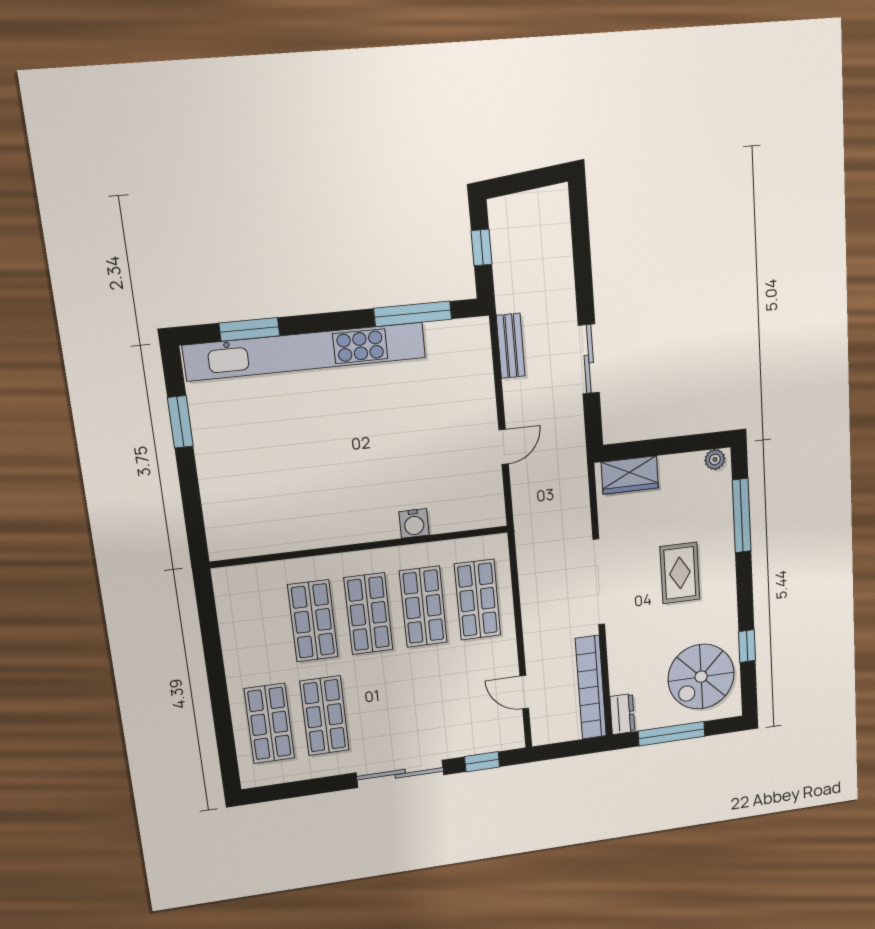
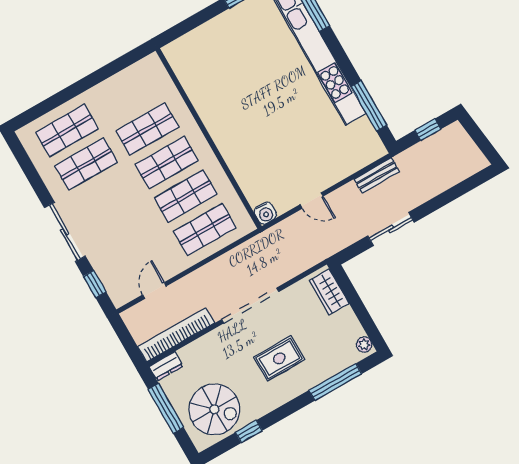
water cooler: (414, 523) -> (265, 213), moved, turned -90
spiral stairs: (701, 677) -> (214, 409), turned 180

